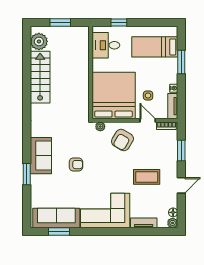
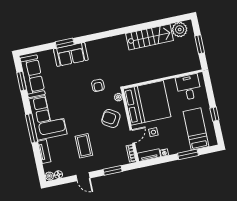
window: (119, 23) -> (214, 114), moved
sofa: (41, 156) -> (71, 54), moved
armchair: (76, 165) -> (98, 85), moved
window: (115, 232) -> (32, 128), added

